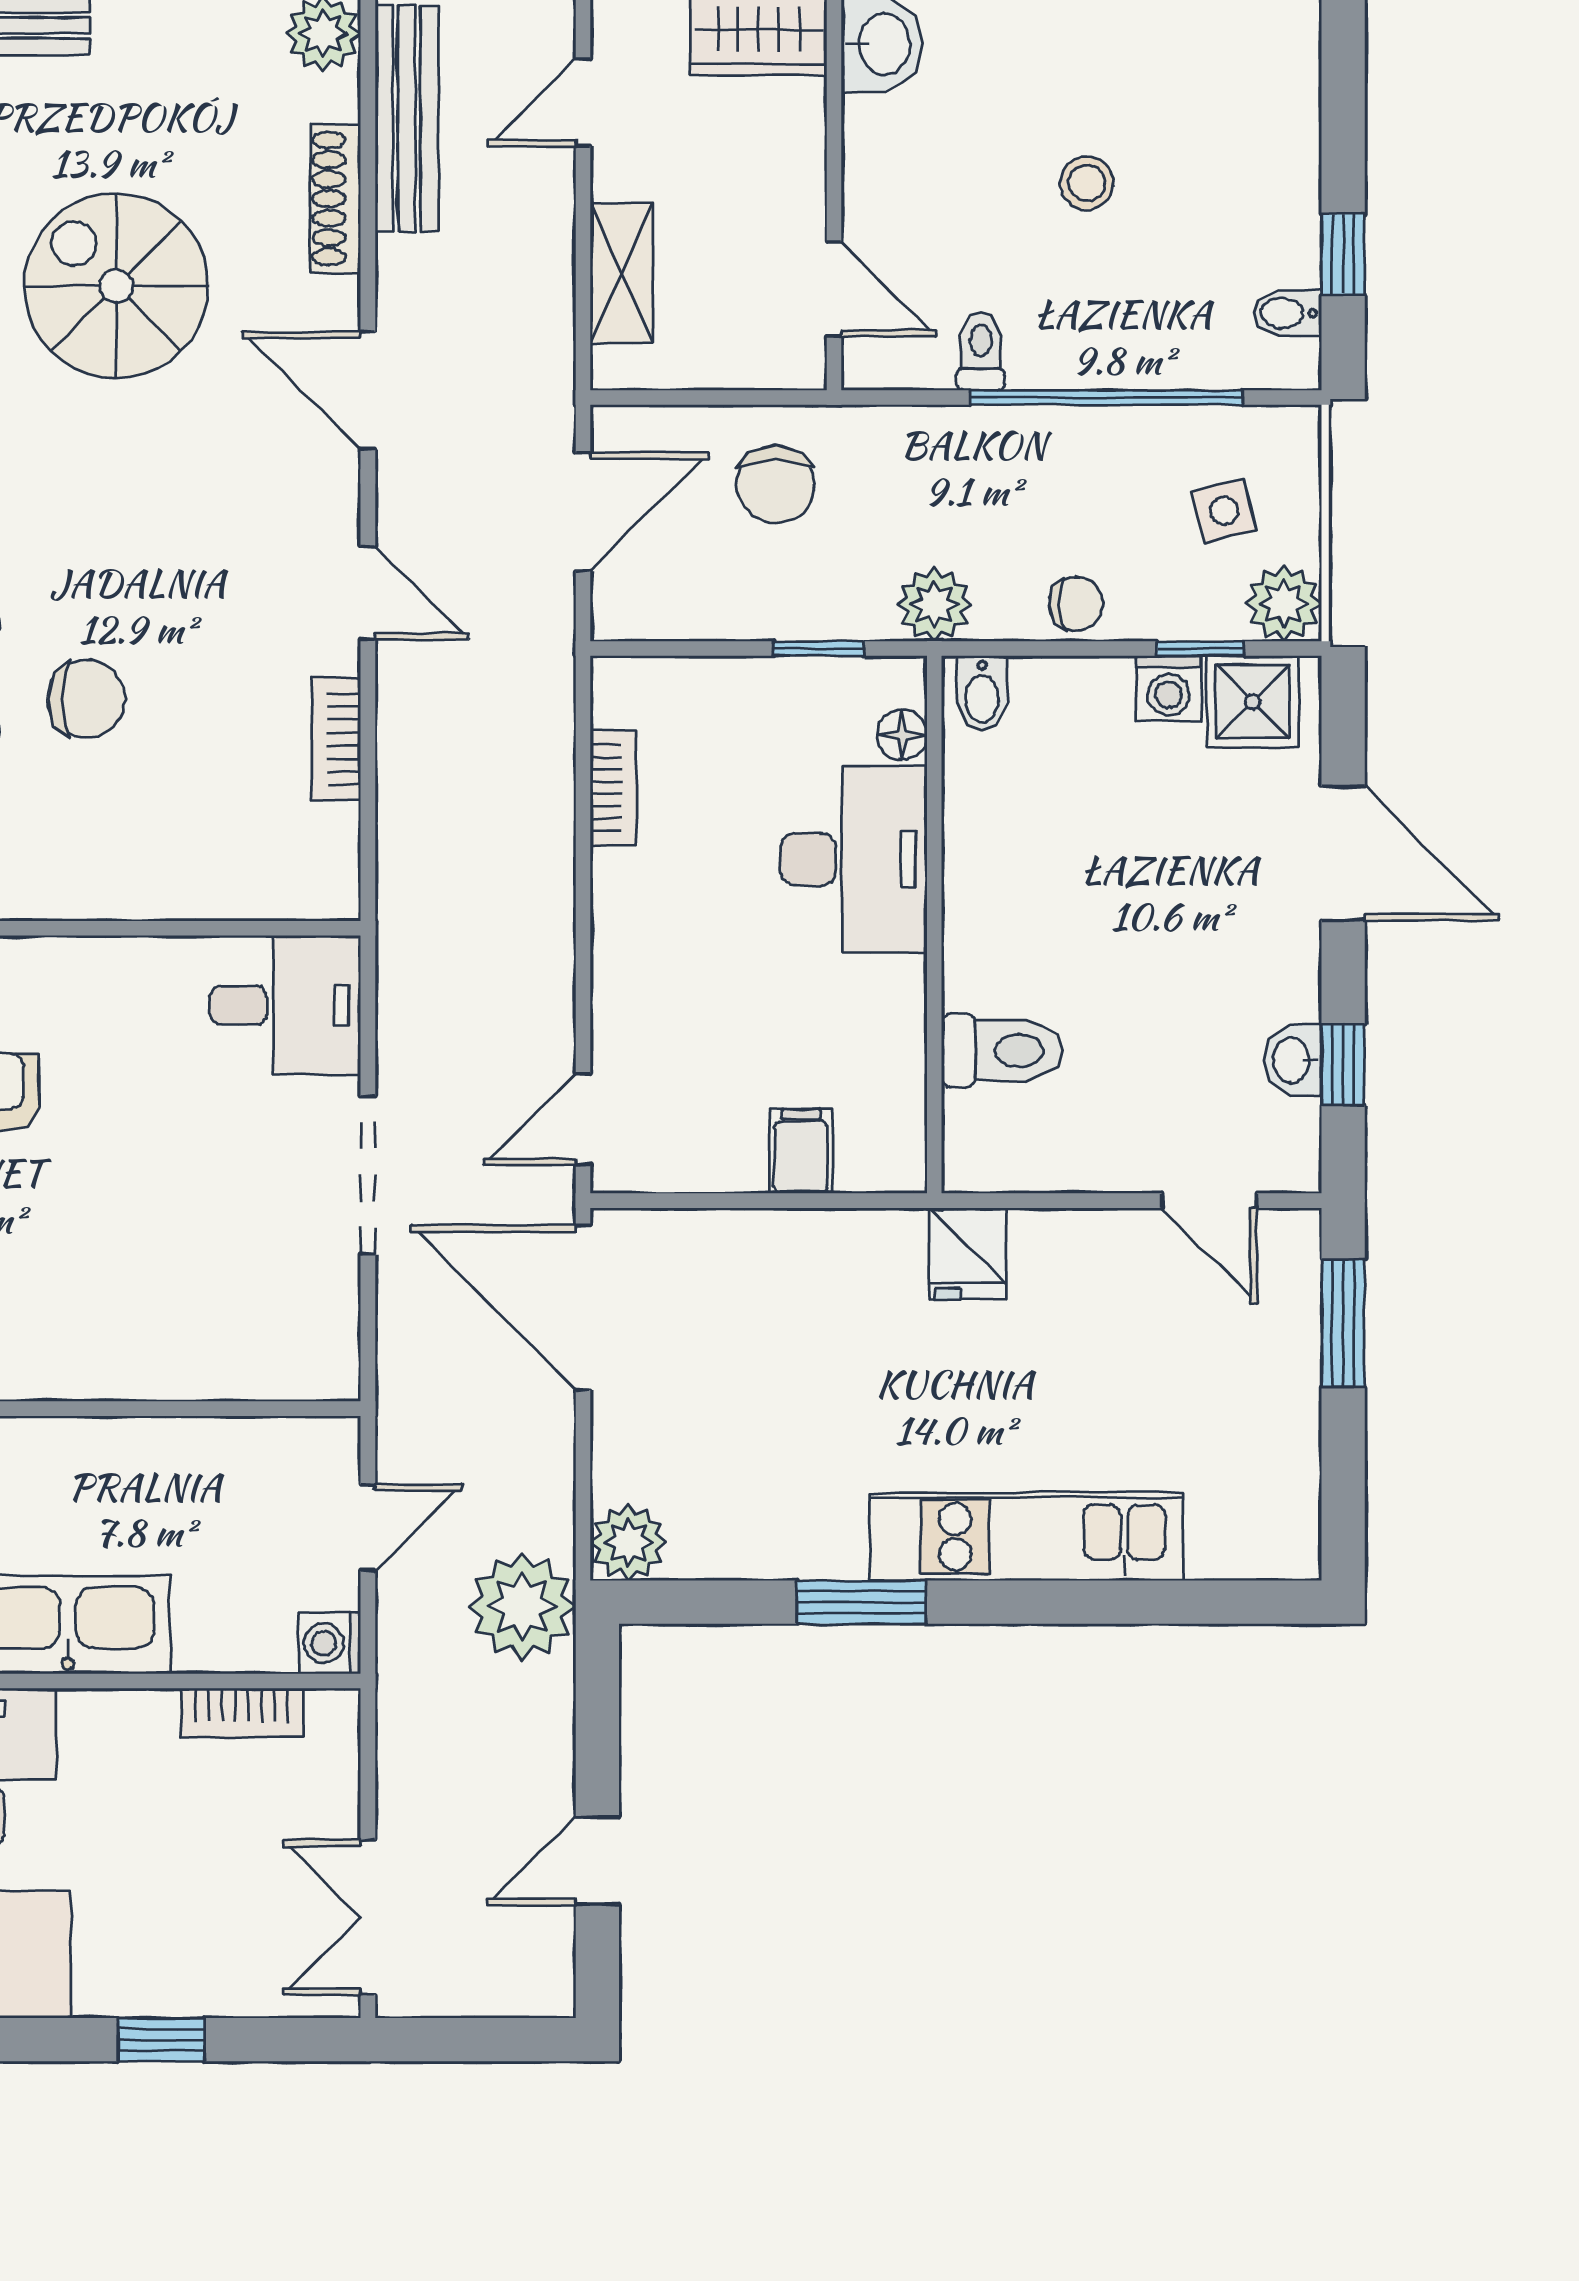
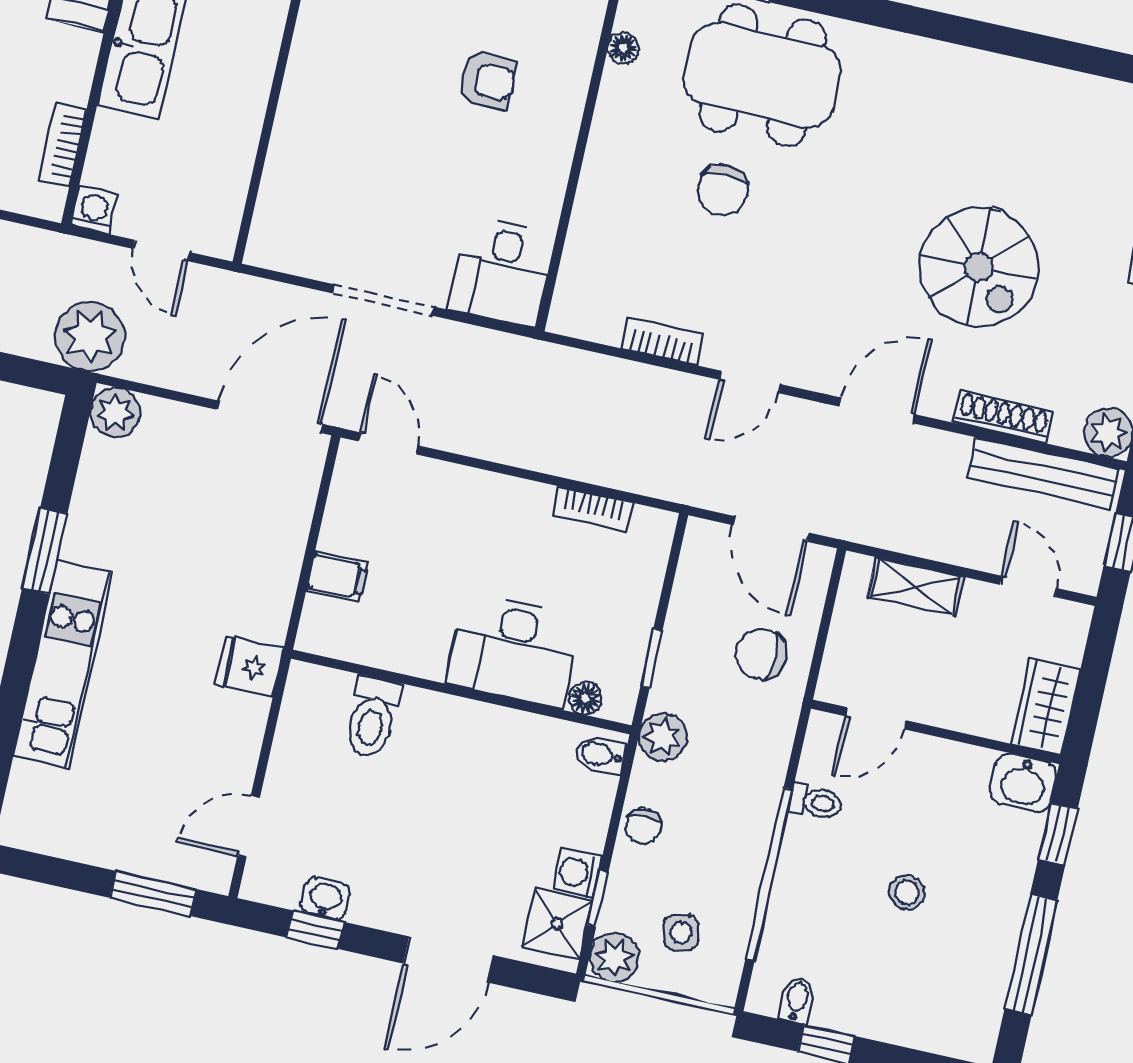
spiral stairs: (116, 286) -> (979, 267), turned 90

